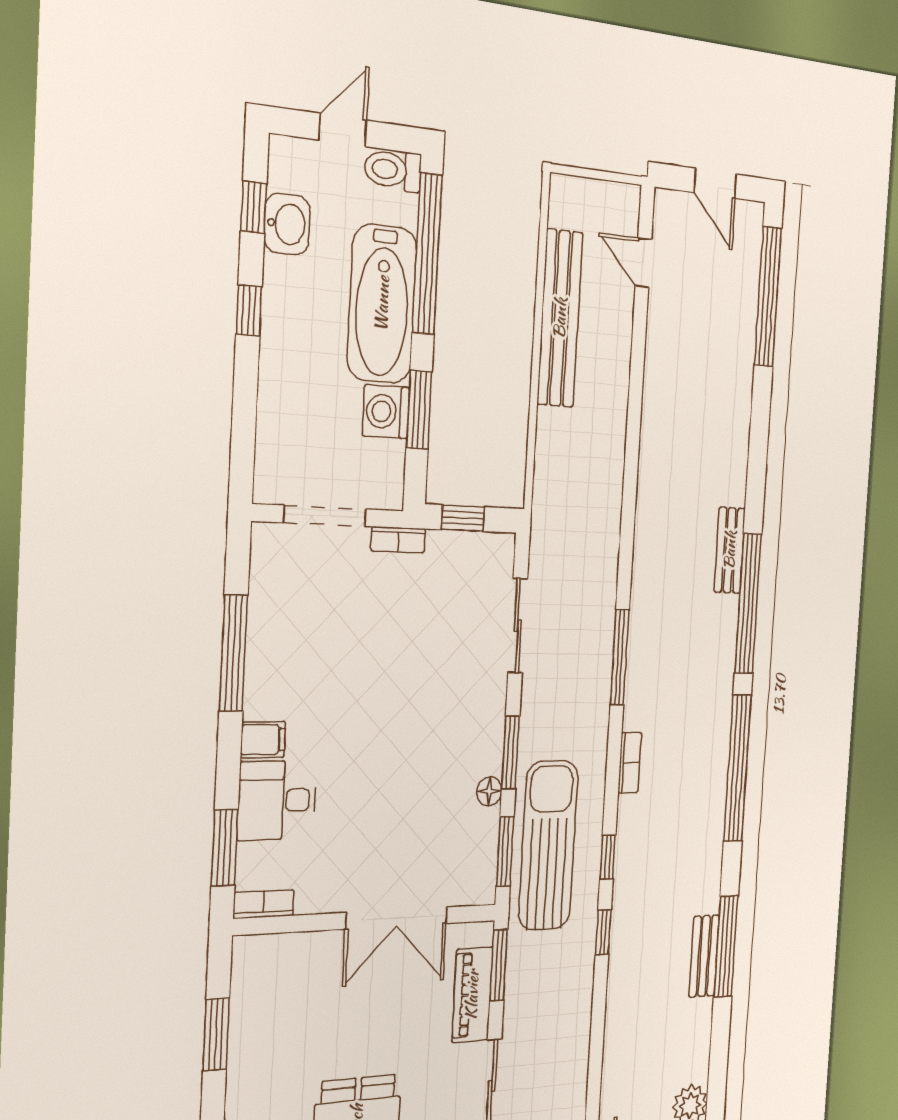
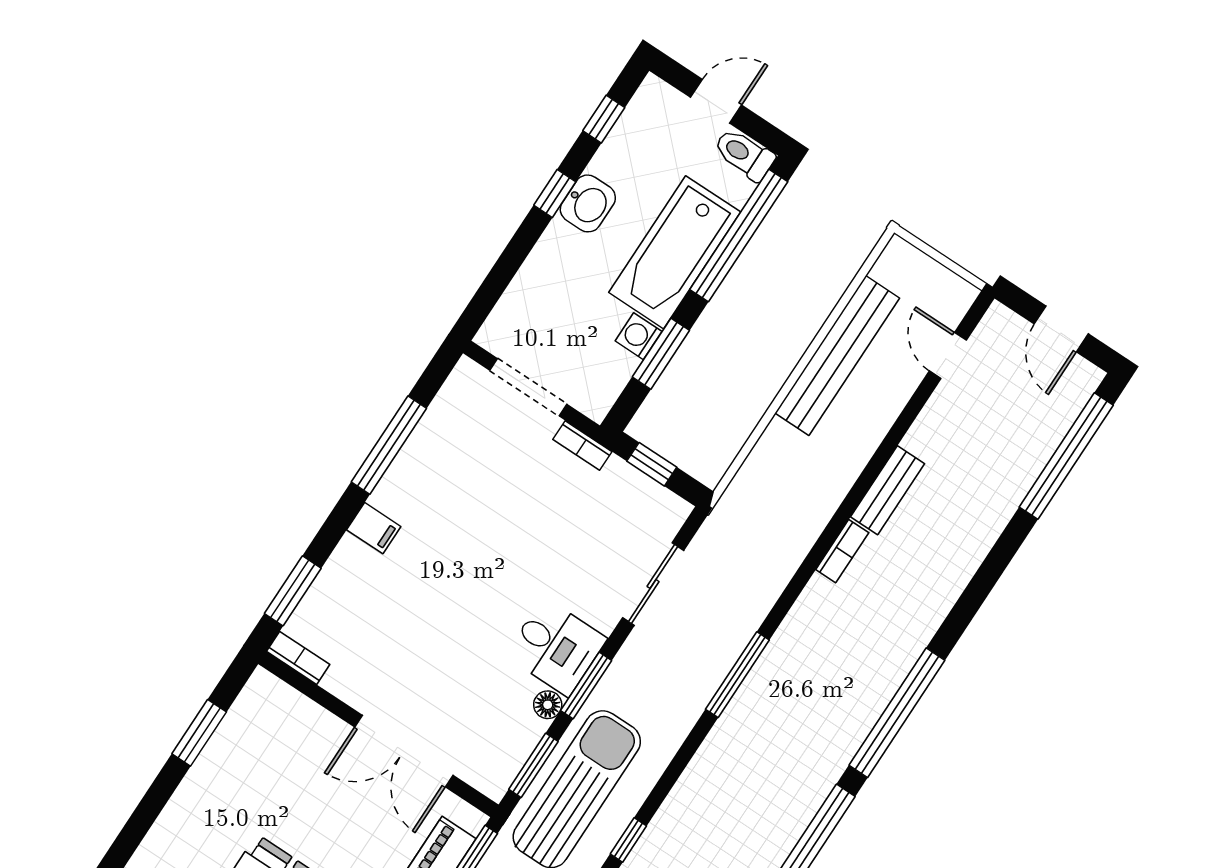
washbasin: (287, 224) -> (588, 203), moved
washing machine: (386, 412) -> (639, 336), width x0.73, depth x0.73
bench: (730, 550) -> (888, 490), moved
bookcase: (630, 763) -> (842, 551), moved
desk: (277, 800) -> (556, 647), moved, turned 180

